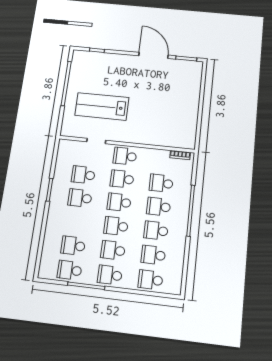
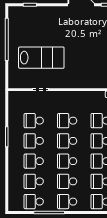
lab bench: (102, 106) -> (41, 58), turned 180
school desk: (125, 156) -> (34, 161), moved

